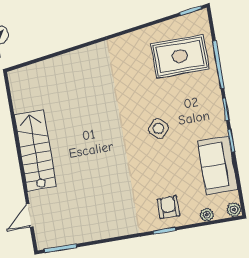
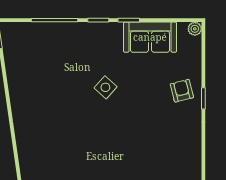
rug: (180, 56) -> (40, 55), removed
armchair: (168, 207) -> (182, 91), turned 76
plant: (207, 215) -> (195, 55), removed

